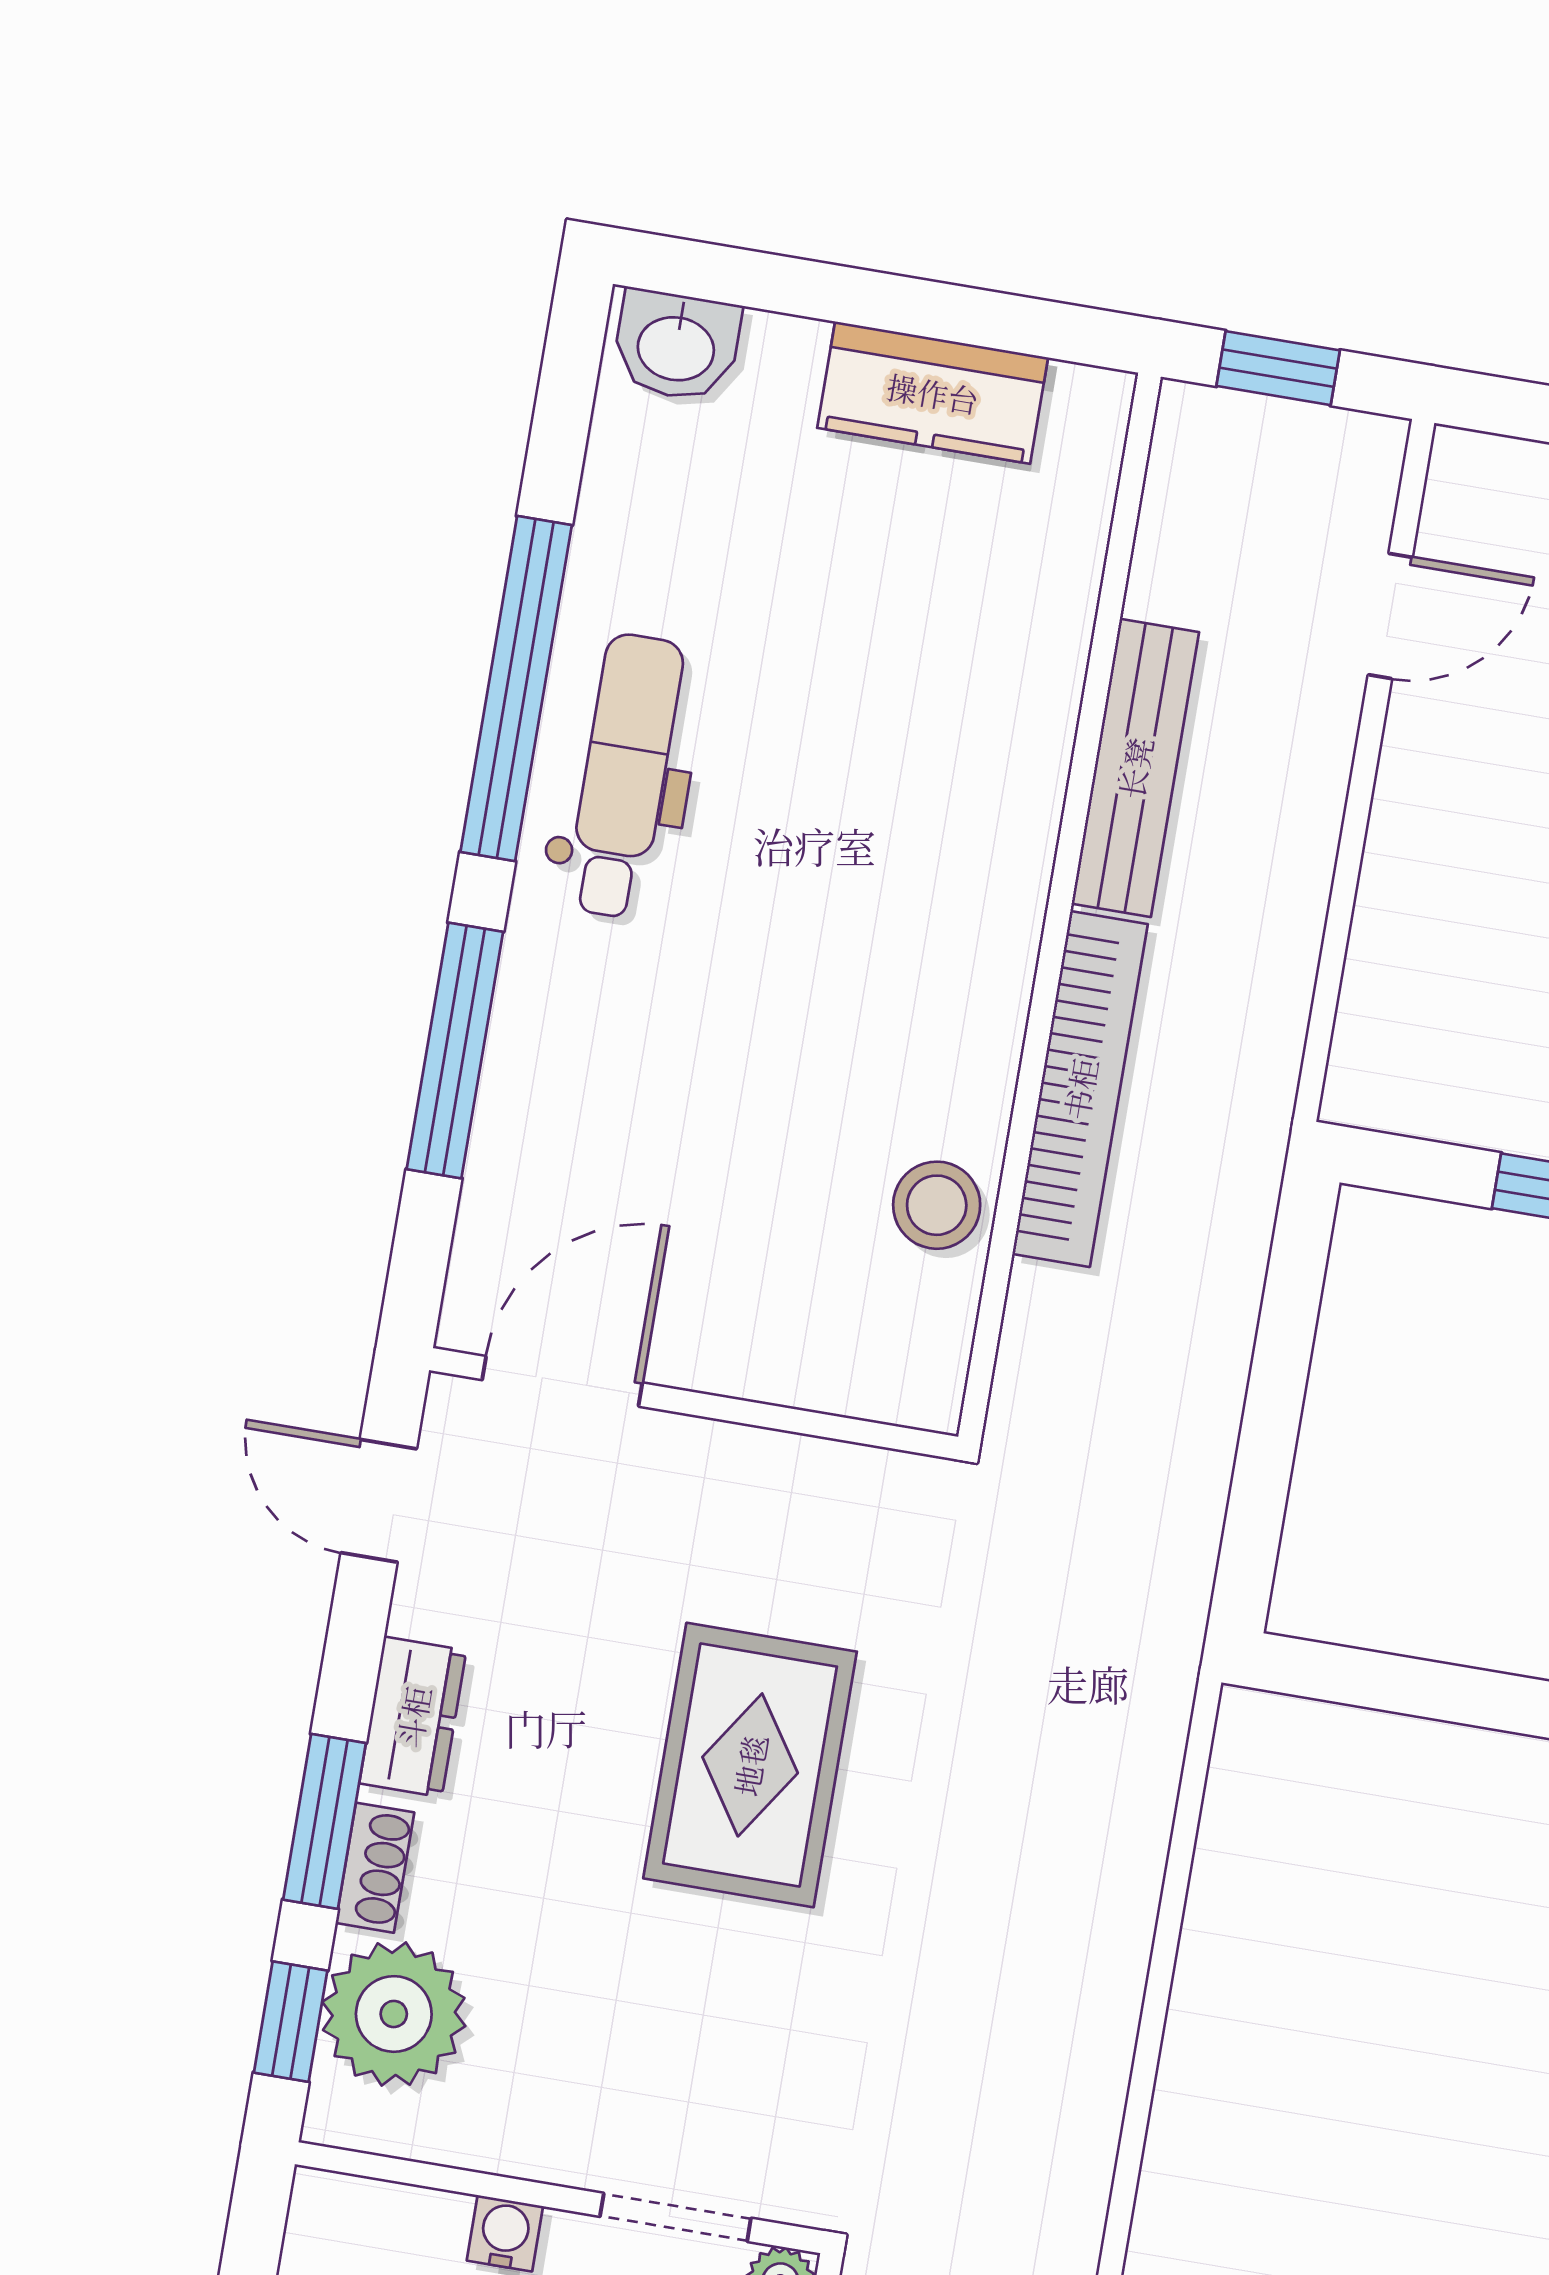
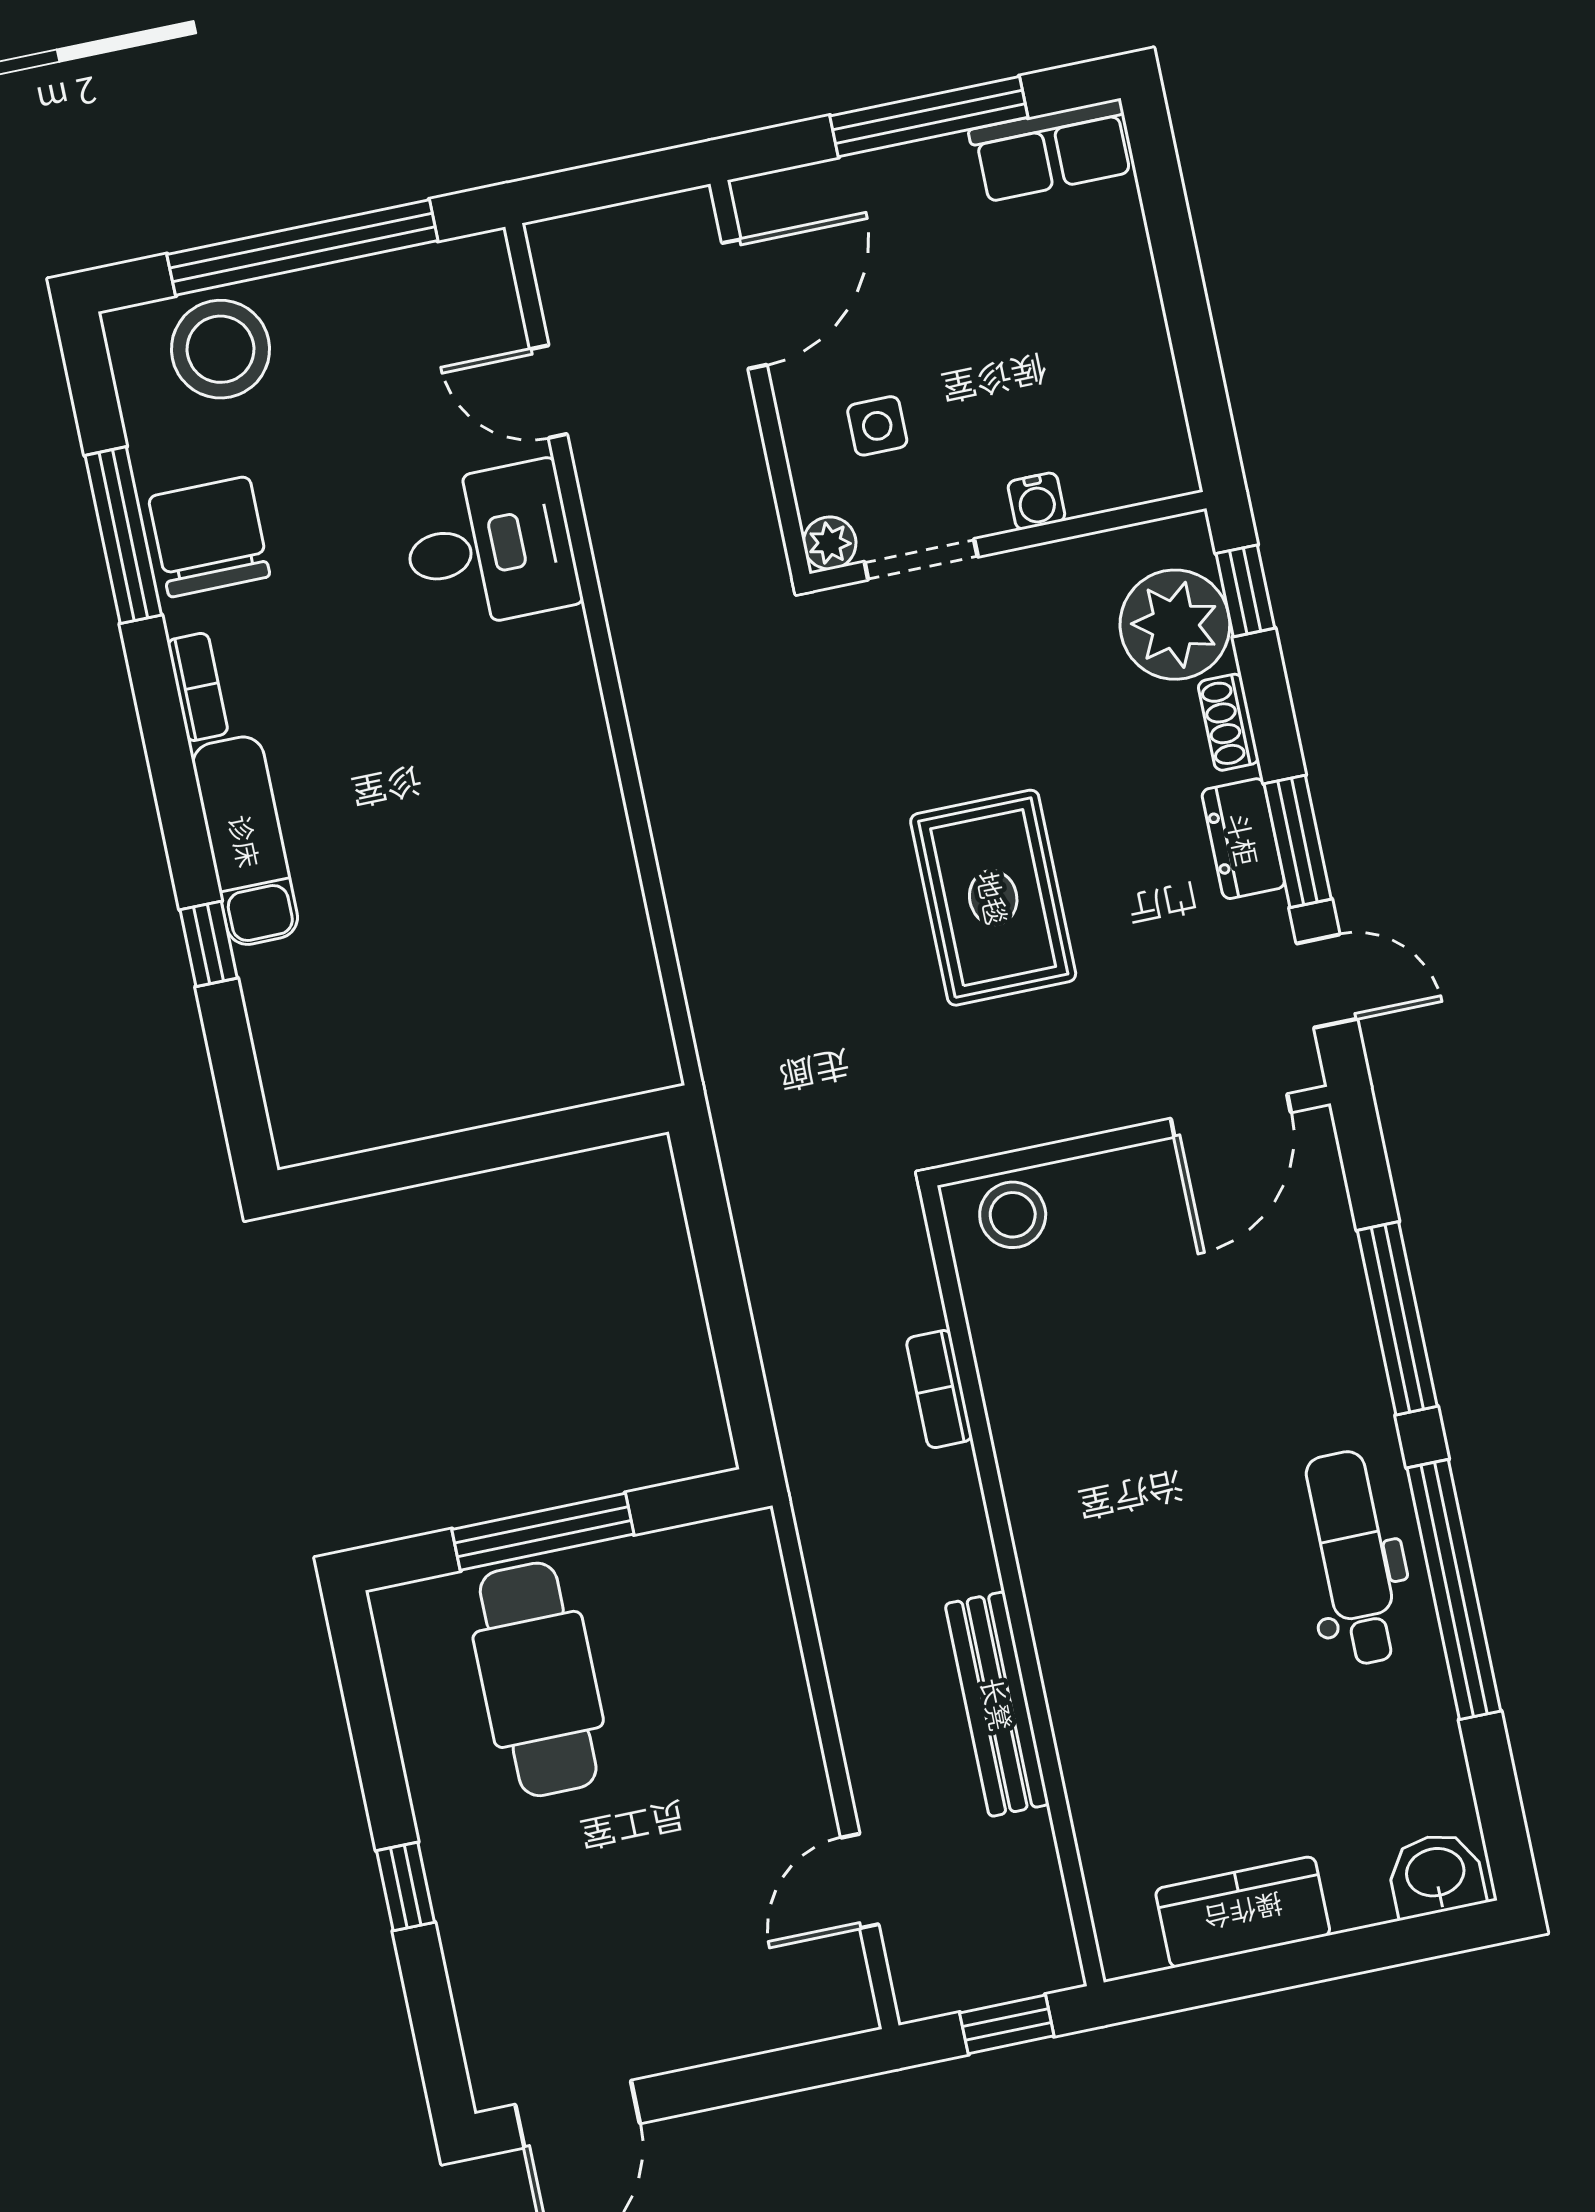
dental chair: (625, 776) -> (1354, 1558), turned 180
bookcase: (1080, 1089) -> (939, 1389), width x0.43, depth x0.76
stool: (937, 1205) -> (1013, 1215), moved
window: (324, 1821) -> (1298, 841), moved

